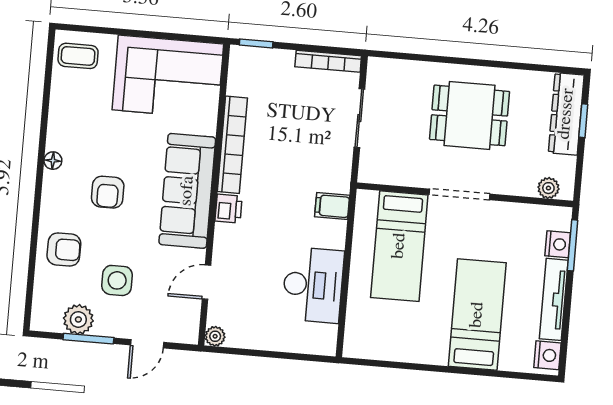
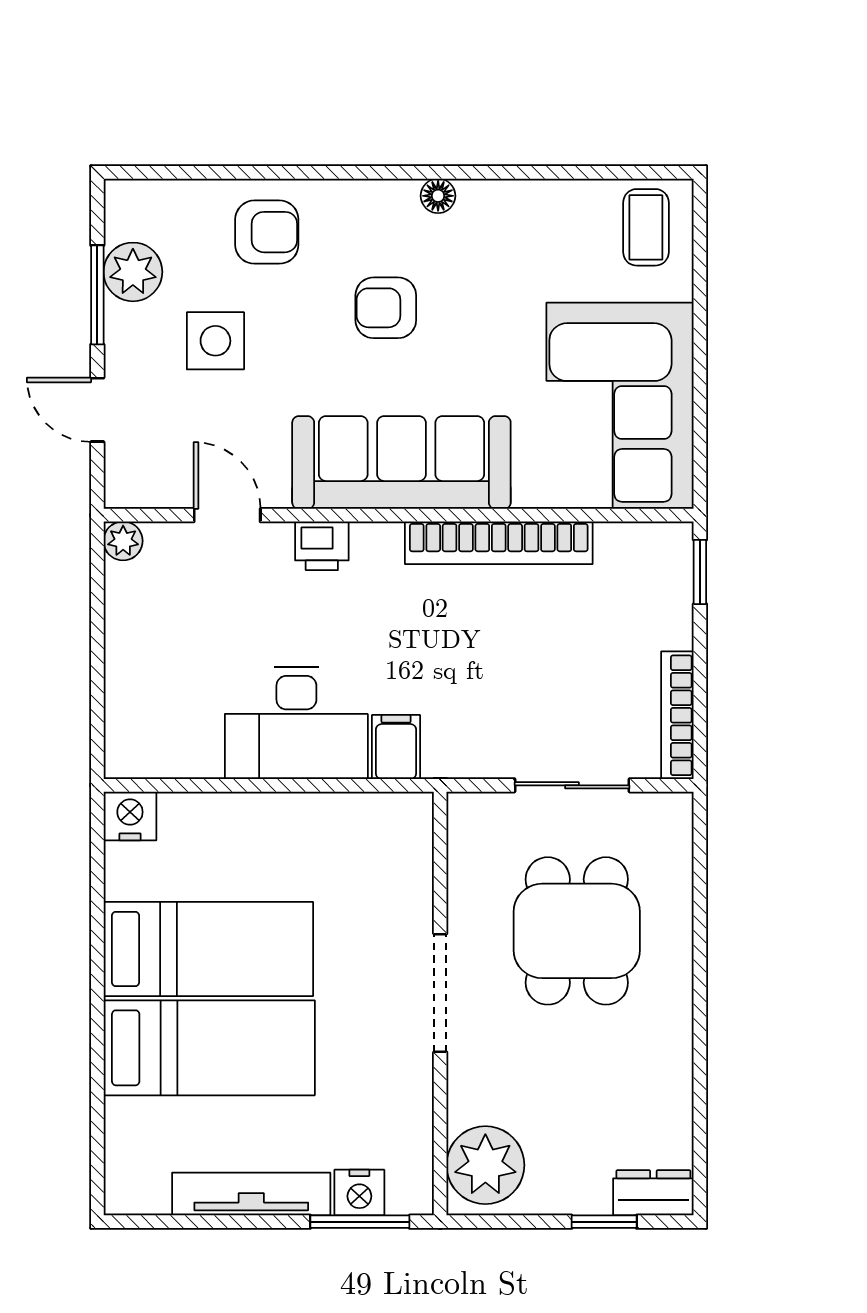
dresser: (566, 114) -> (653, 1193), width x0.51, depth x0.80
dining table: (470, 115) -> (577, 931), moved
plant: (548, 188) -> (485, 1165), width x1.88, depth x1.88
printer: (229, 209) -> (322, 546), moved
bed: (399, 246) -> (208, 949), moved, turned 180
armchair: (64, 249) -> (267, 232), turned -90
desk: (313, 285) -> (296, 723), moved
nightstand: (547, 355) -> (130, 816), moved, turned 180

